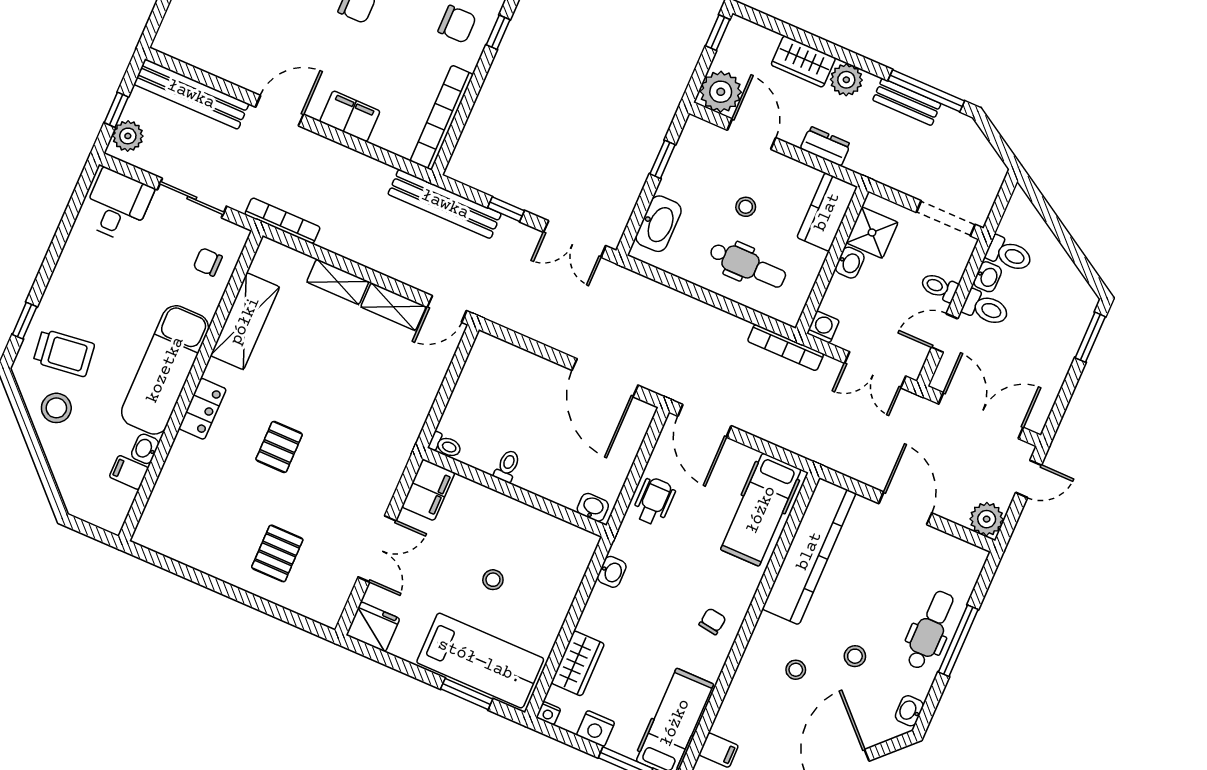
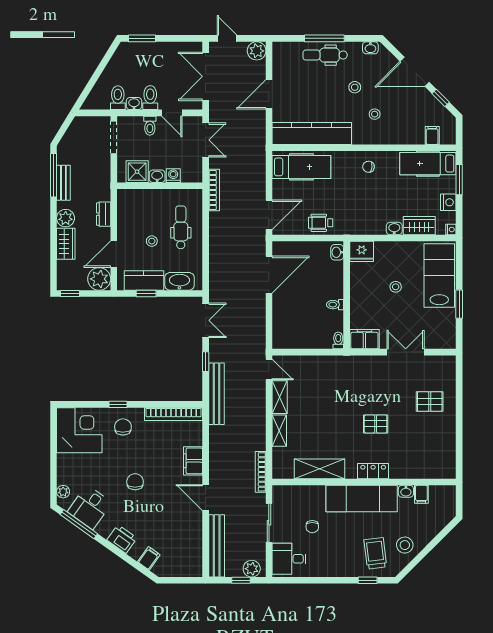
kitchen counter: (827, 212) -> (144, 281), moved, turned 180
chair: (208, 262) -> (312, 527), moved
washing machine: (823, 327) -> (173, 176), moved, turned 90
washbasin: (612, 572) -> (394, 229), moved
fridge: (373, 627) -> (362, 251), moved, turned -90
window: (467, 694) -> (459, 304), moved

